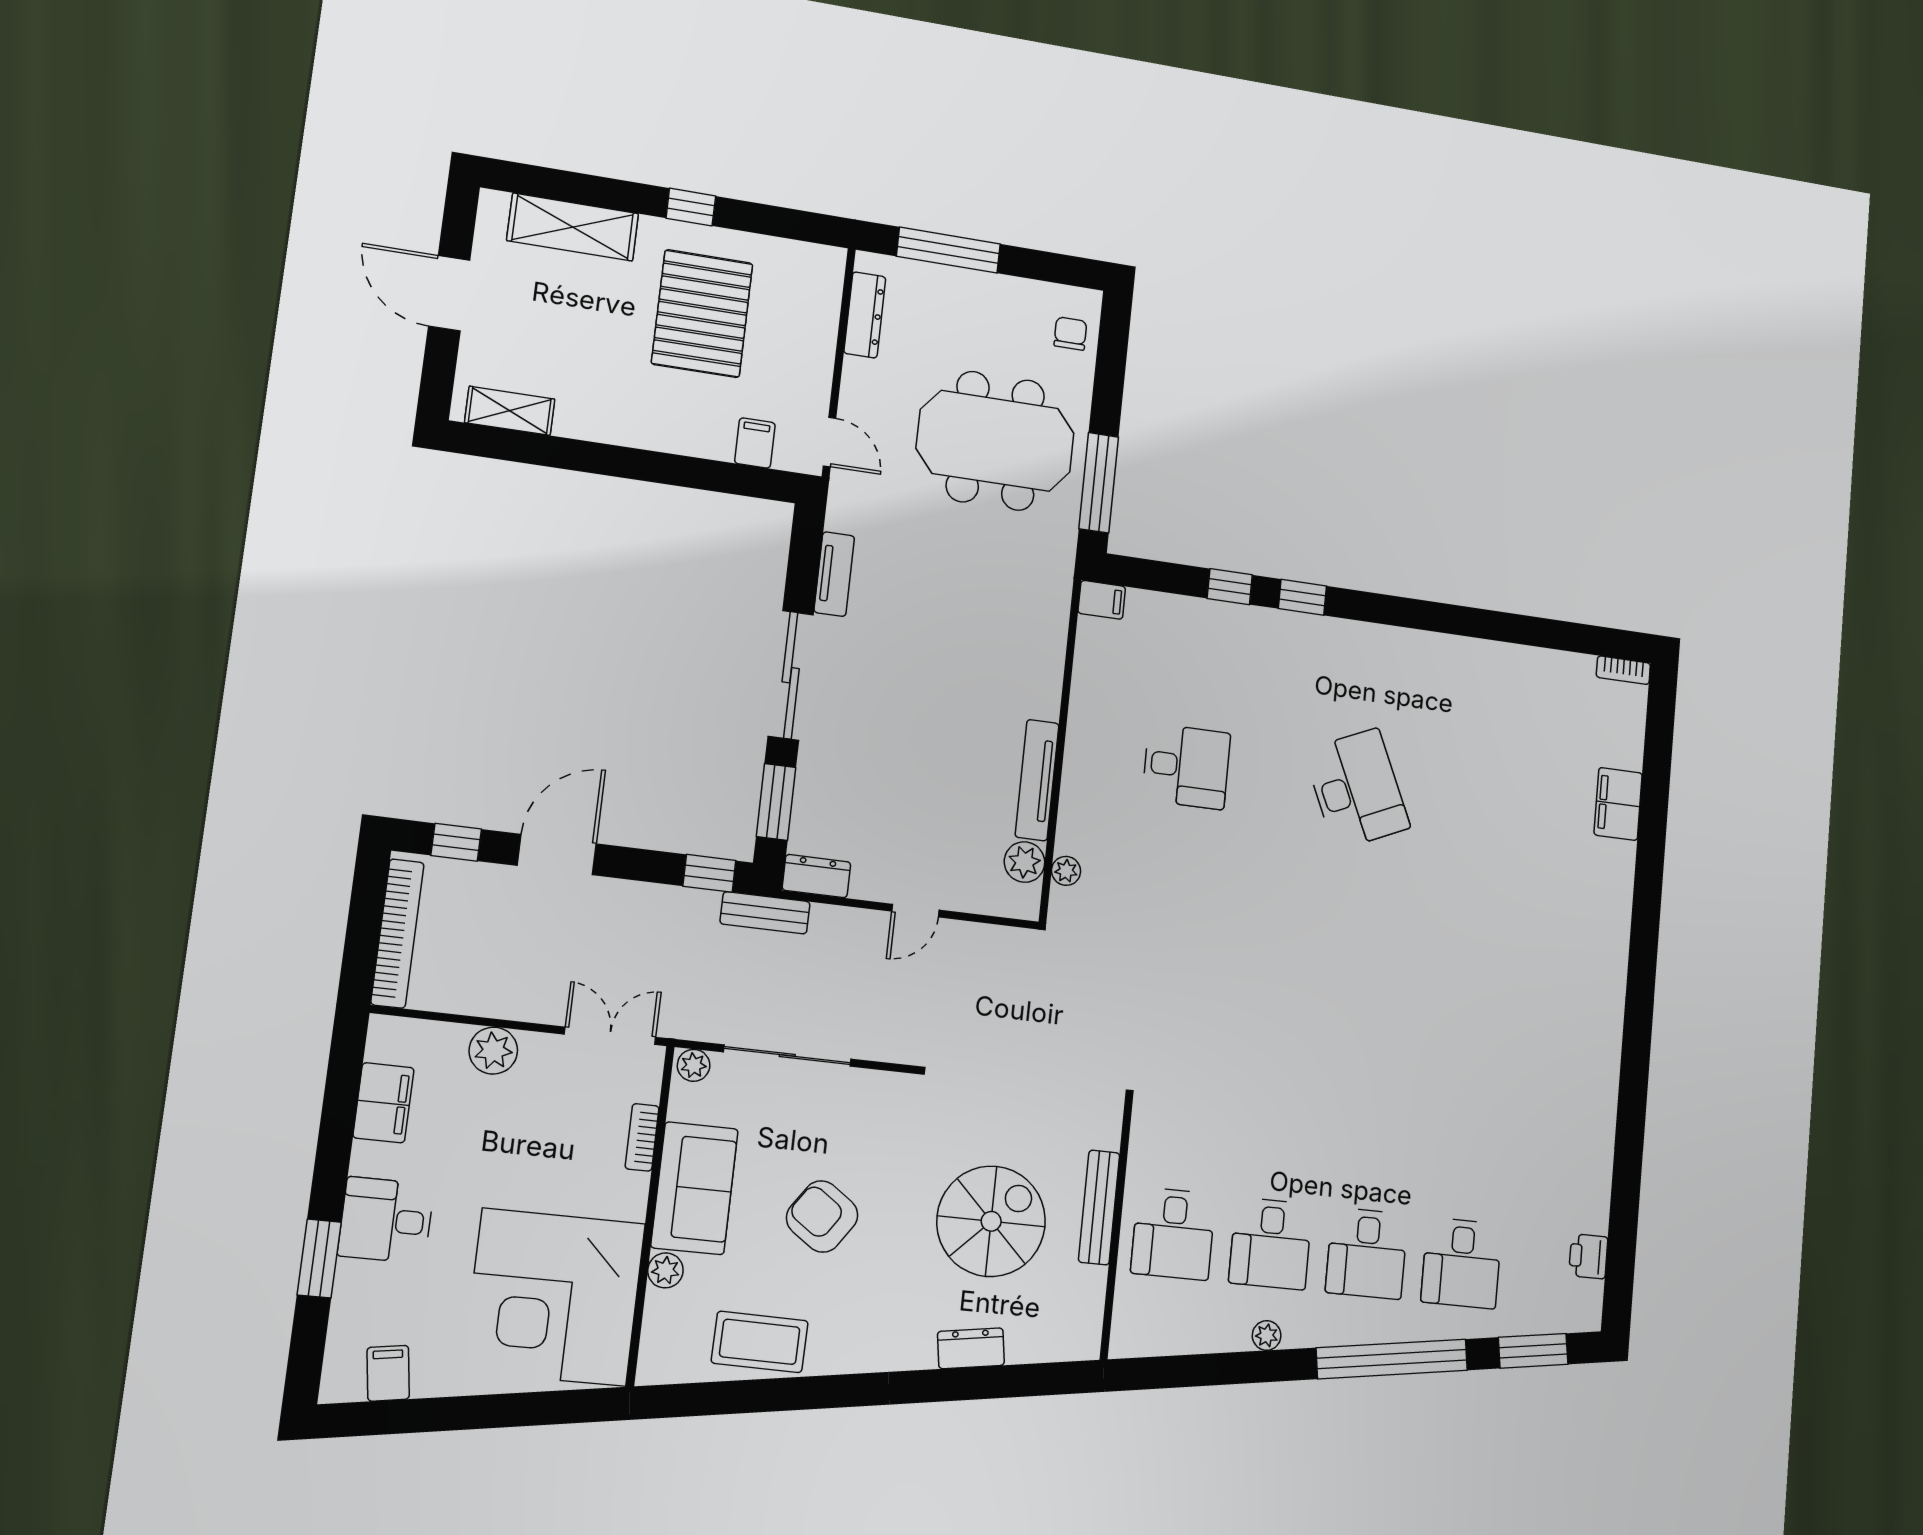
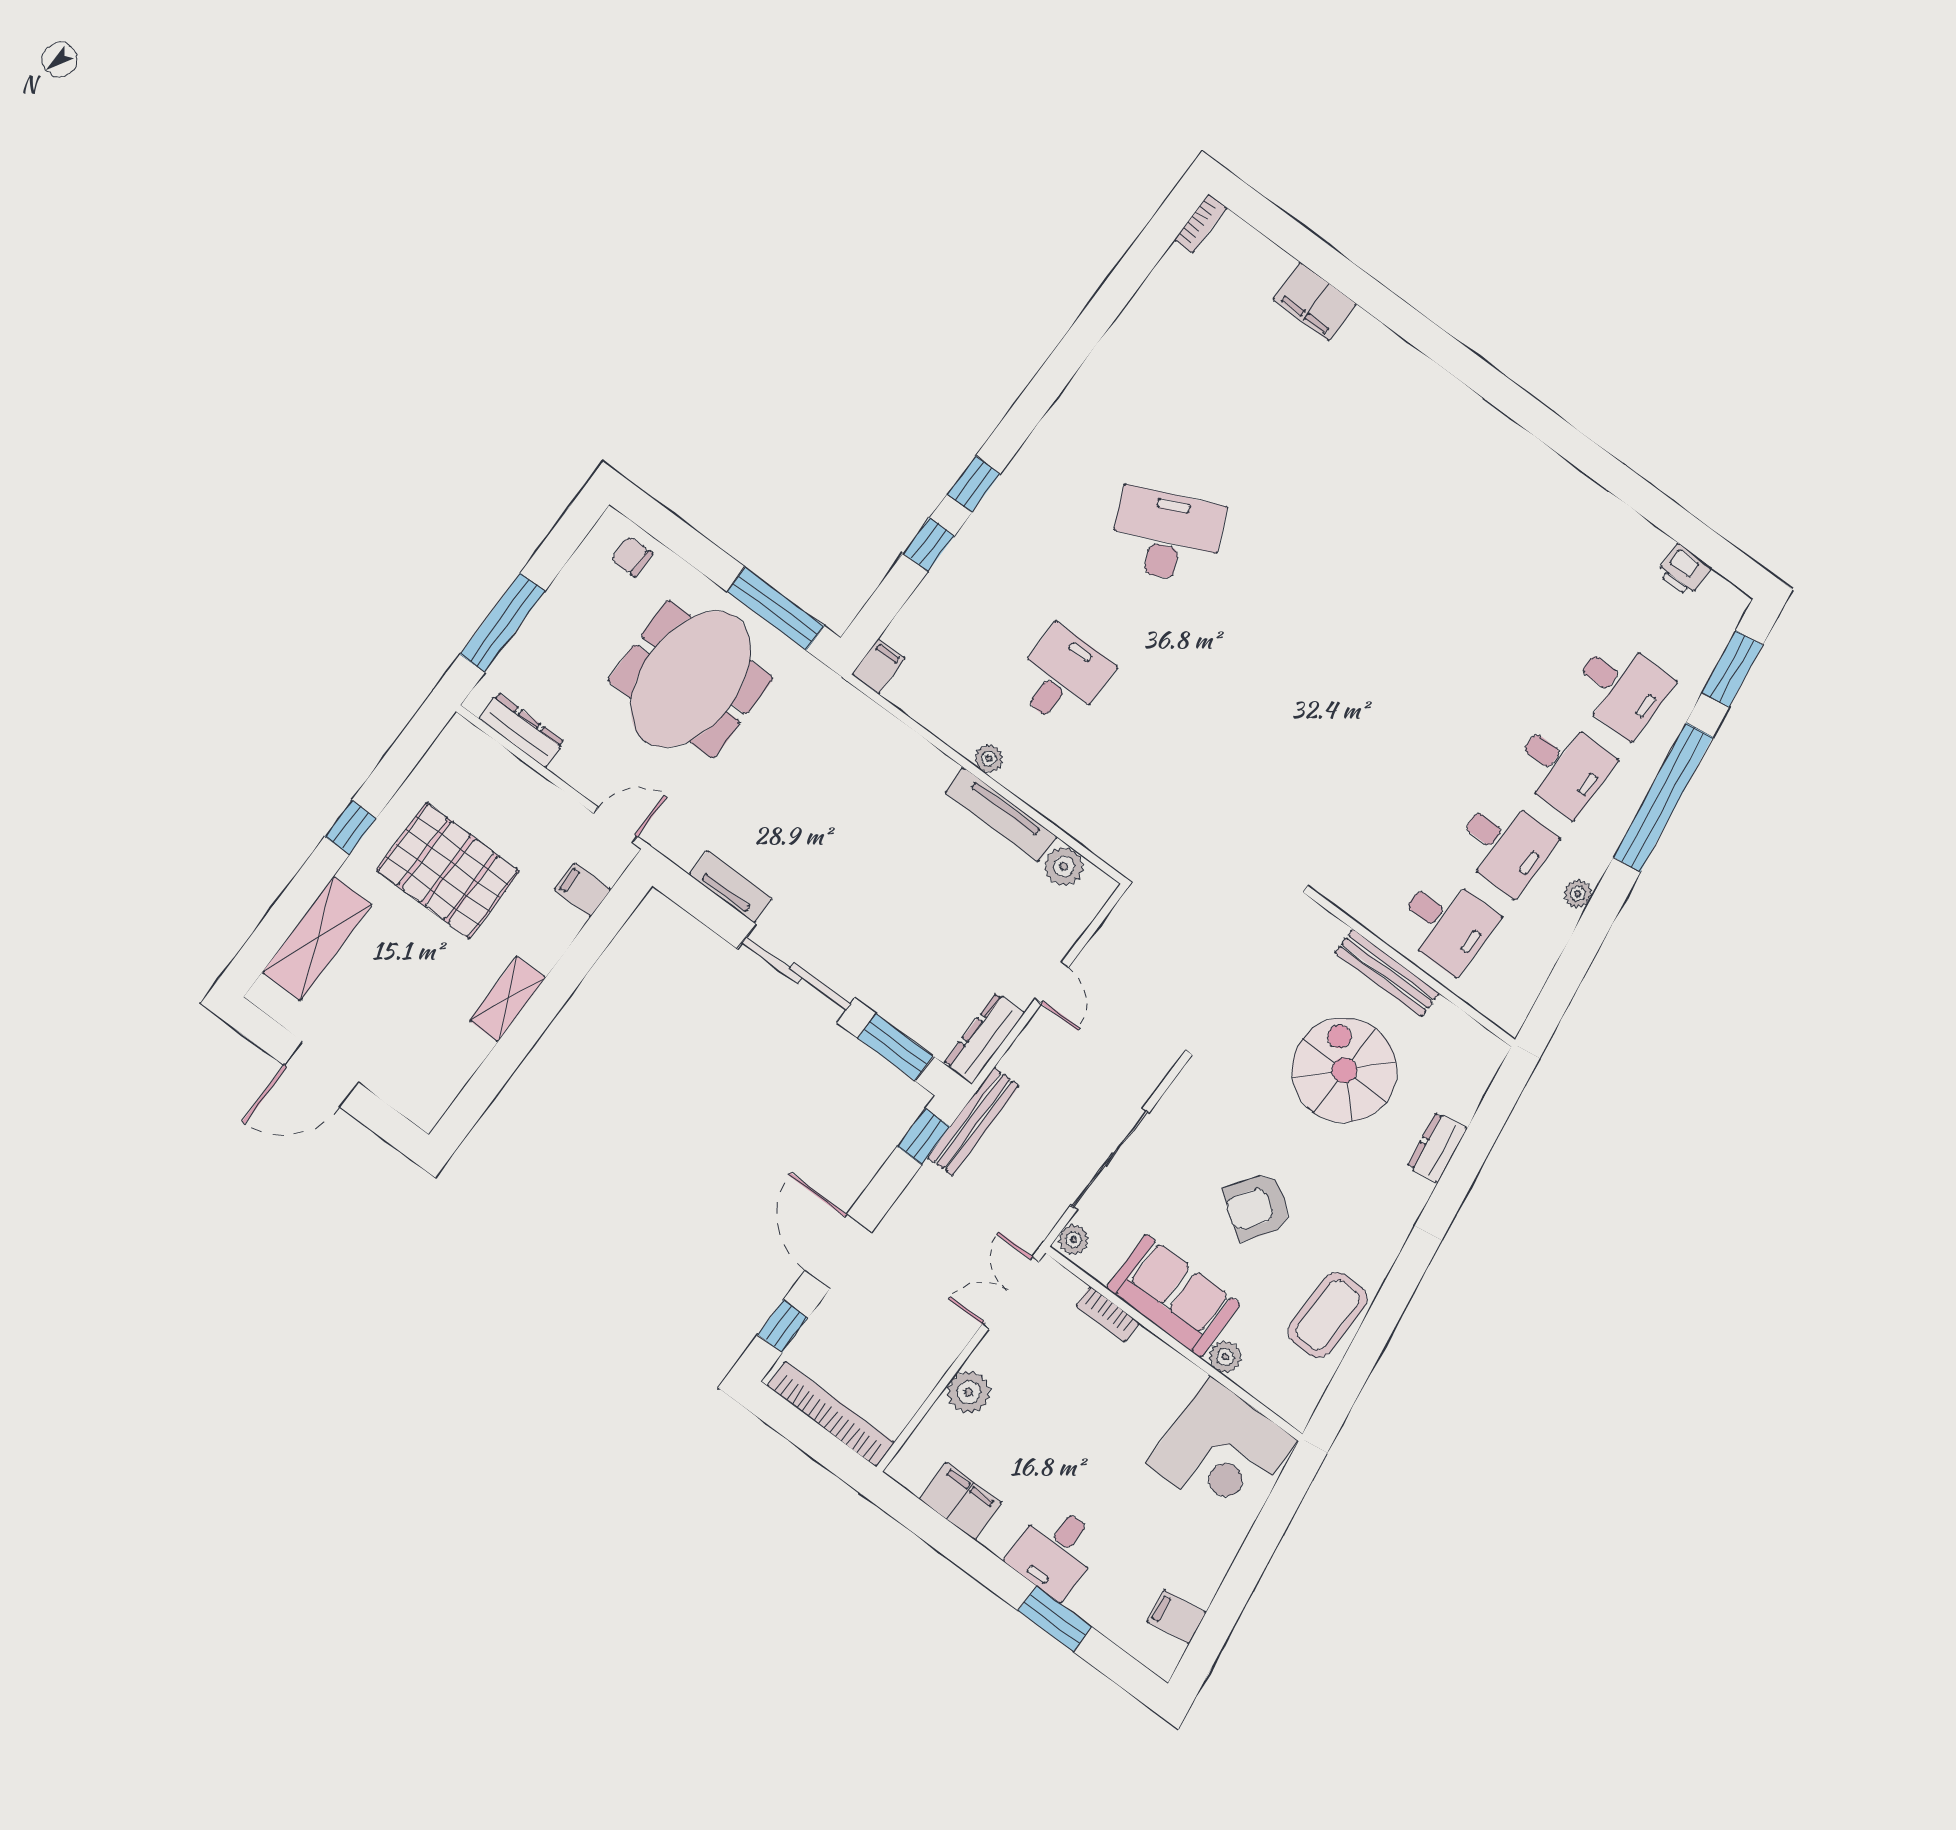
shelving: (510, 411) -> (507, 999), moved
plant: (1066, 871) -> (989, 759), moved
dresser: (816, 876) -> (984, 1038), width x1.44
bench: (765, 913) -> (973, 1121), width x1.36
corner desk: (554, 1297) -> (1222, 1452), width x0.74, depth x0.74

